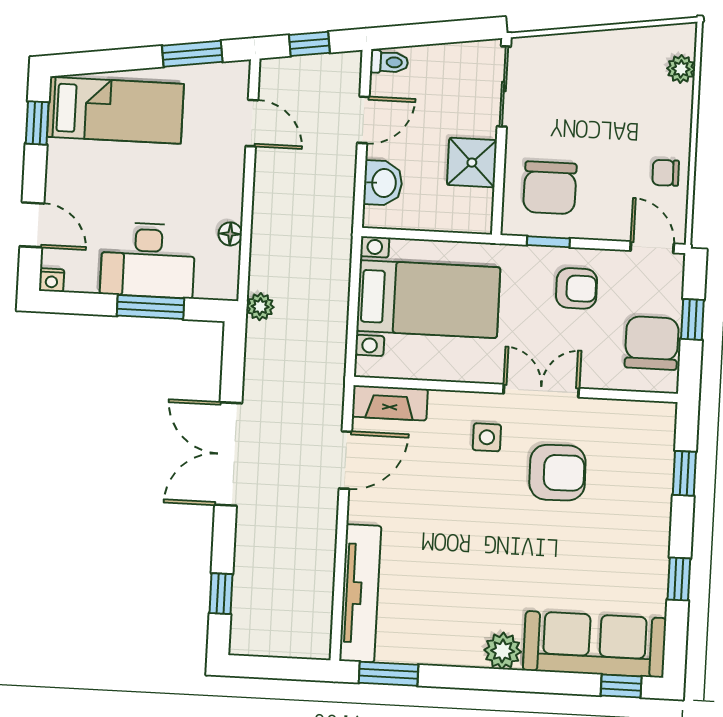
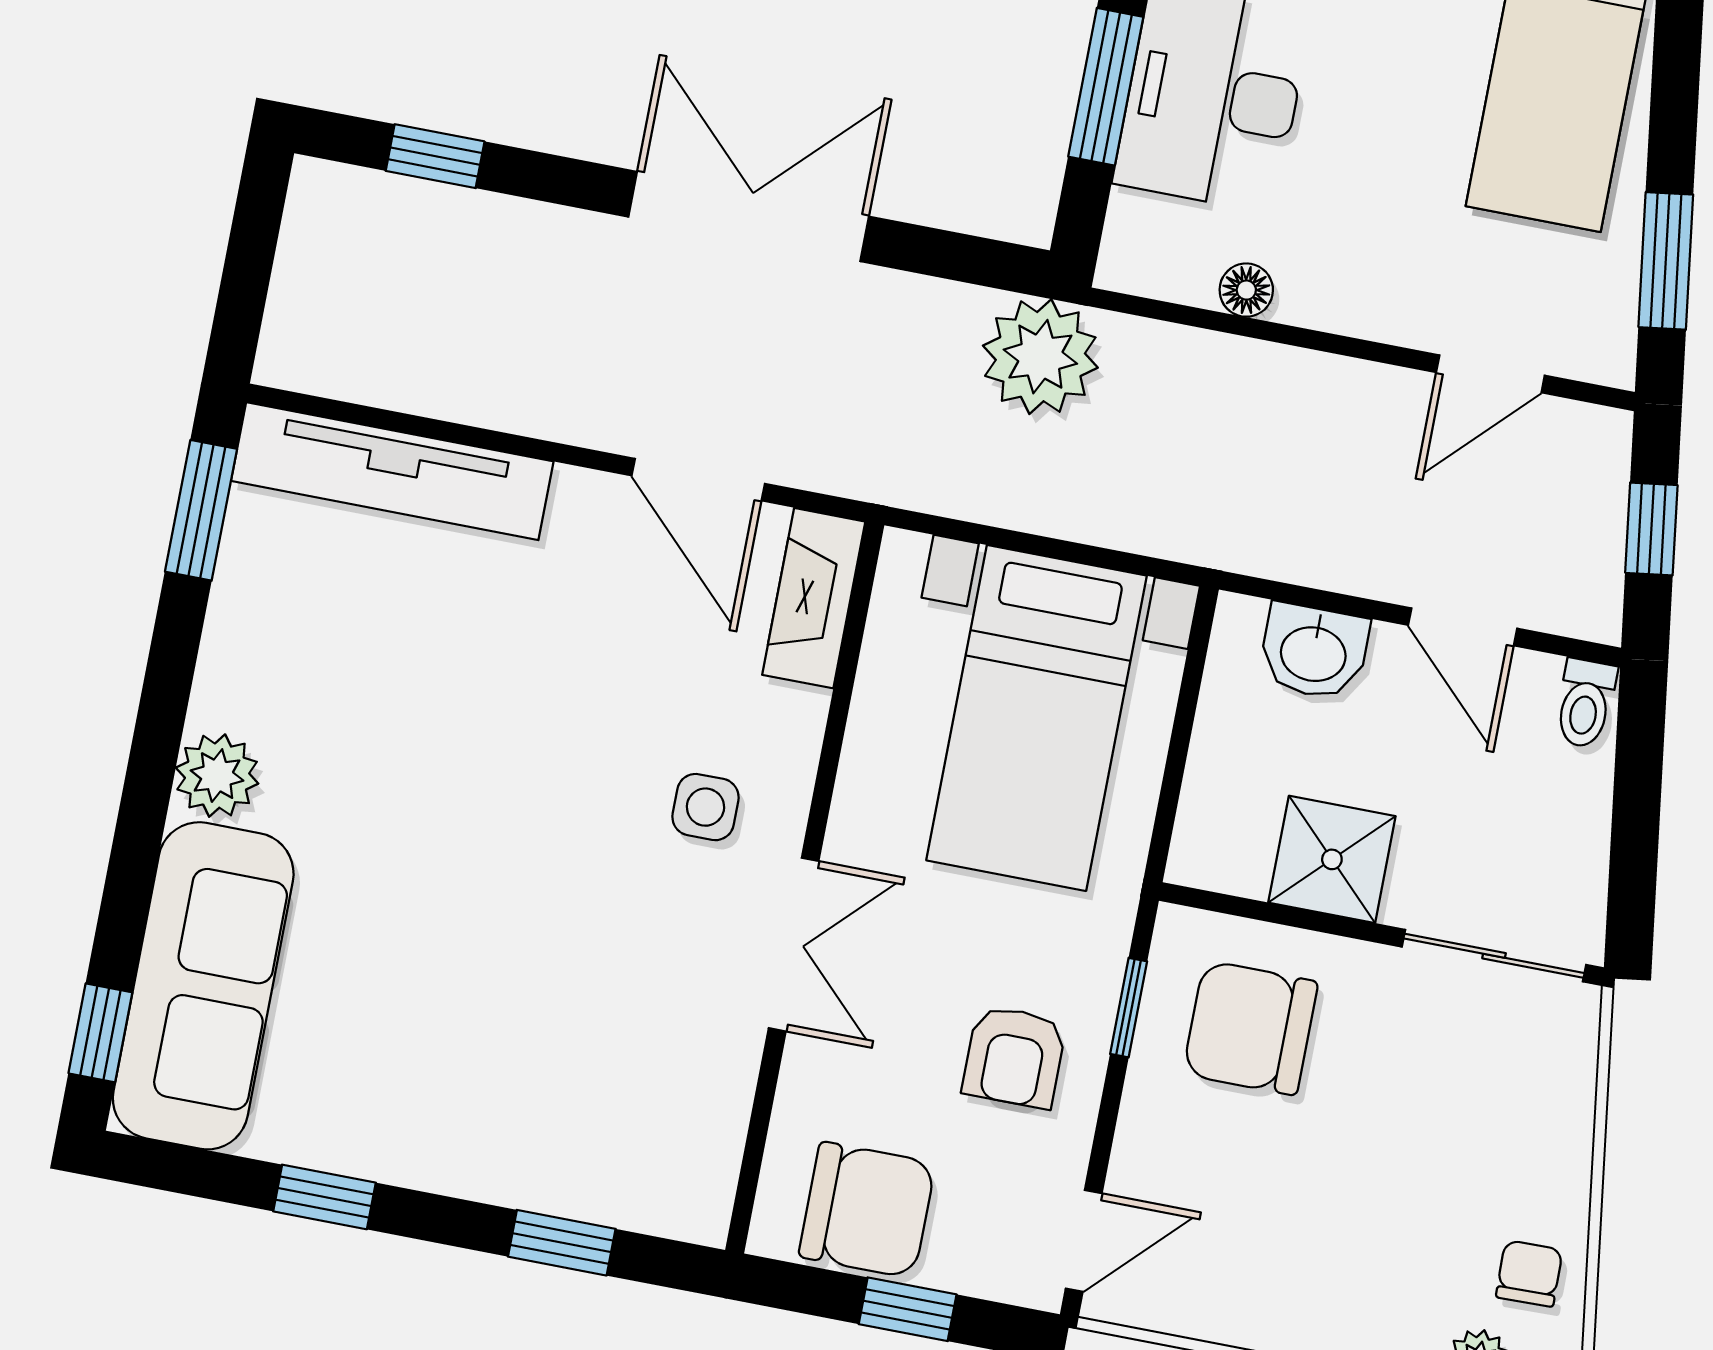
chair: (666, 173) -> (1529, 1273), moved
plant: (260, 307) -> (1040, 357), width x1.88, depth x1.88
armchair: (557, 473) -> (603, 956), removed

